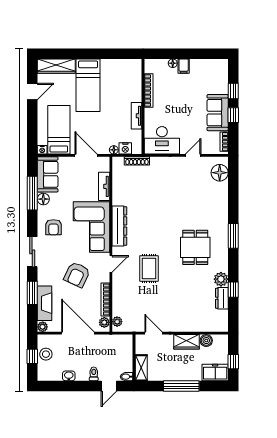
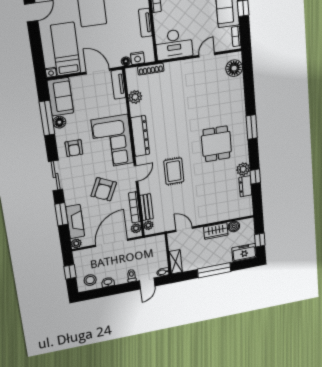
tv unit: (104, 186) -> (118, 84), moved
plant: (119, 186) -> (135, 97), added
bench: (117, 302) -> (147, 207), added
door: (78, 333) -> (112, 243), hinge flipped
stool: (46, 354) -> (90, 280), moved

